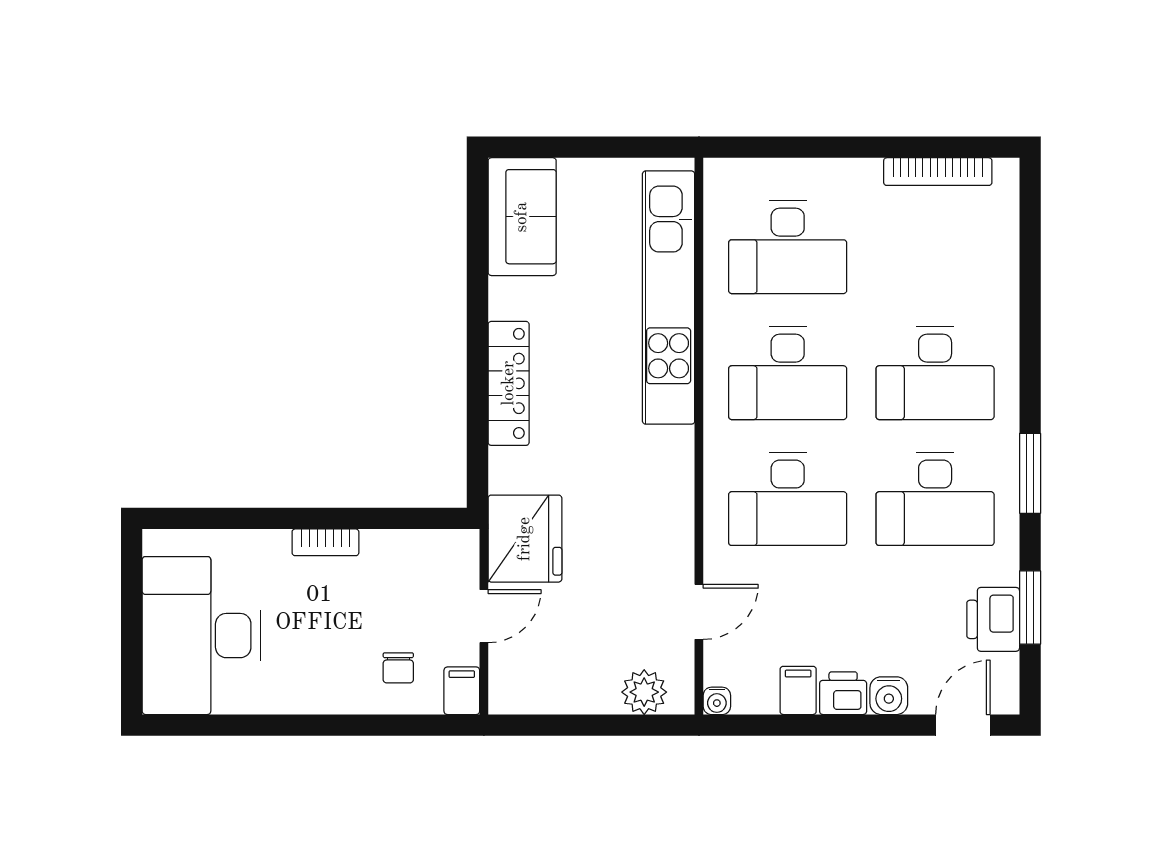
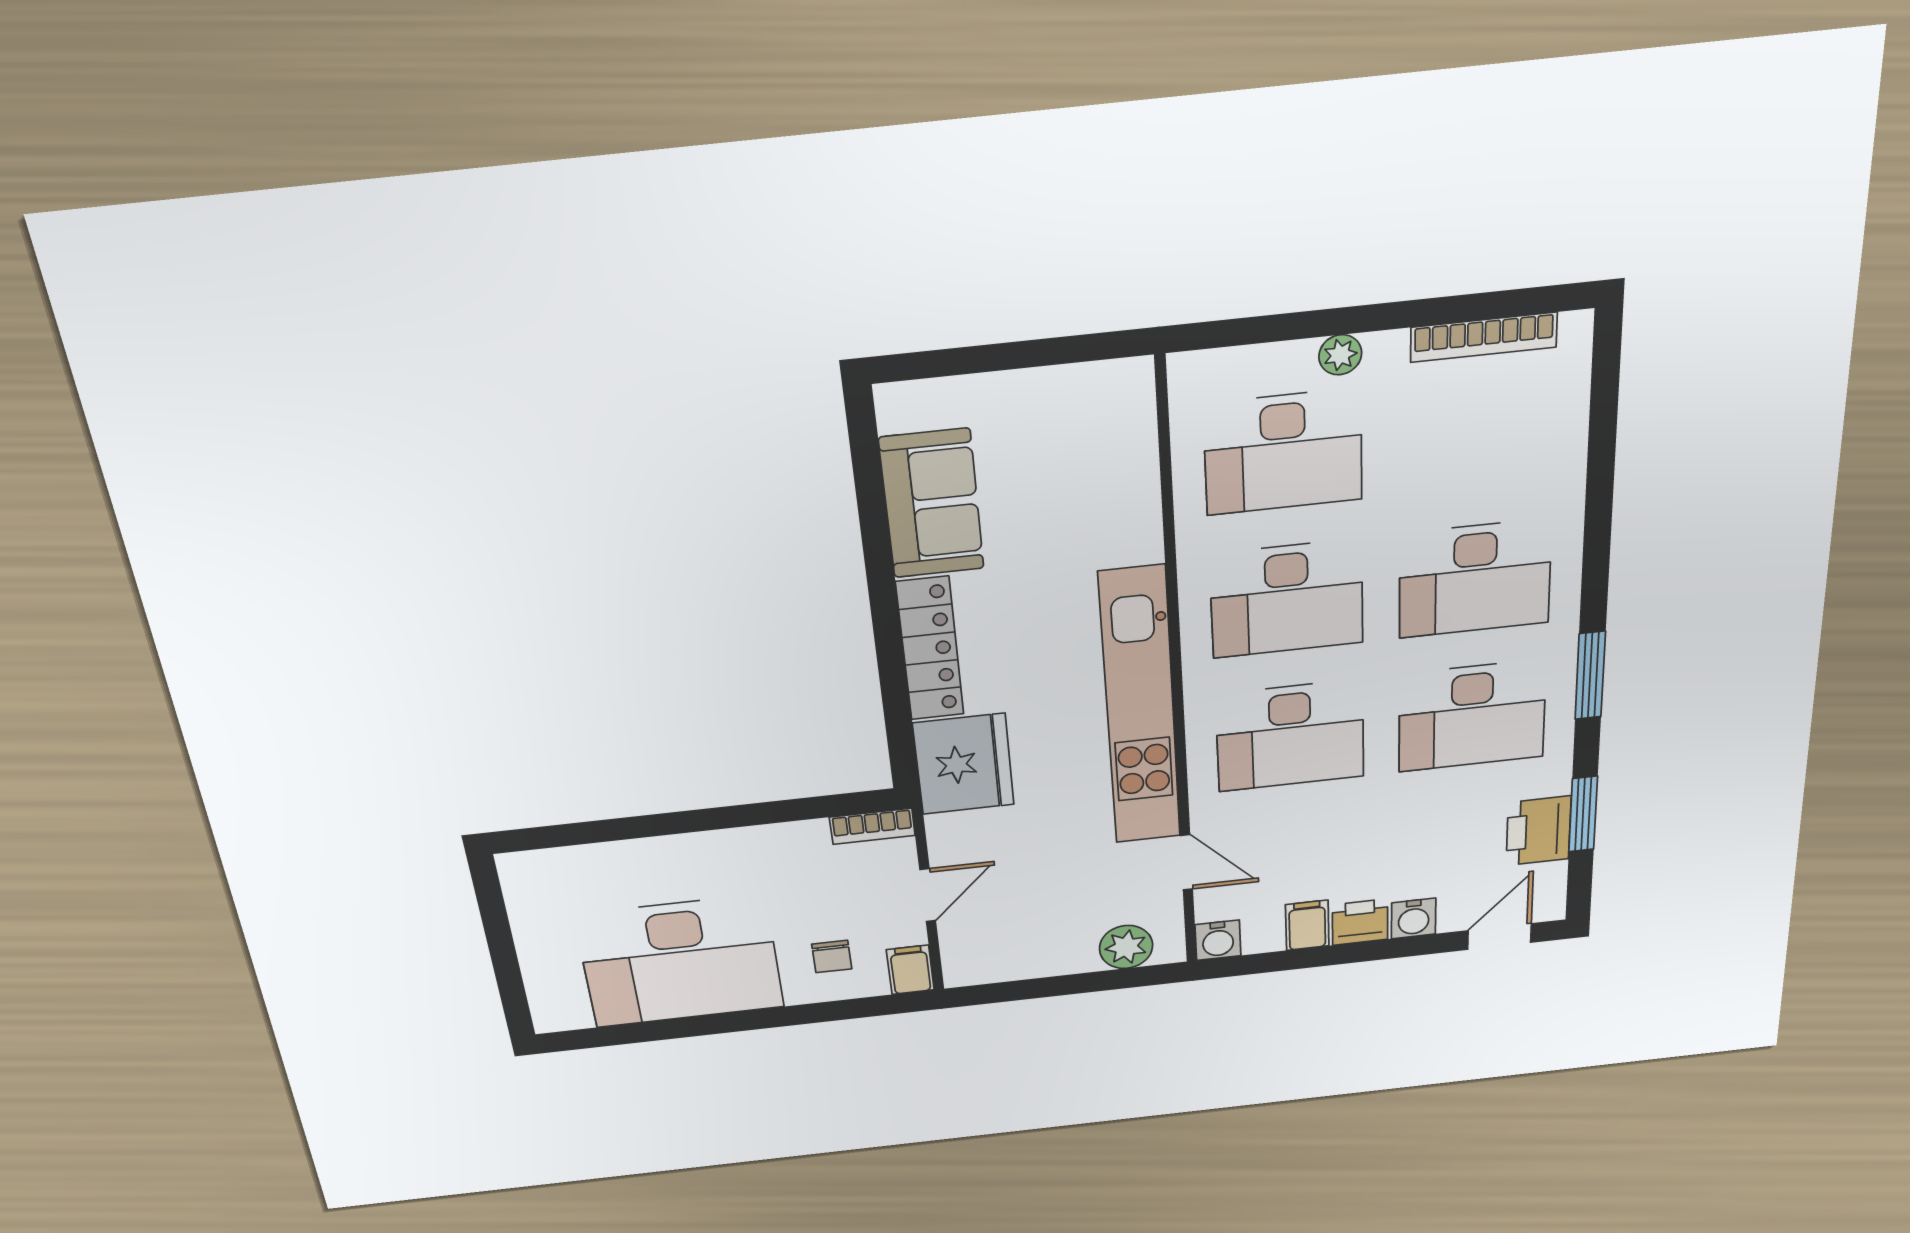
plant: (831, 173) -> (1340, 355), added
sofa: (522, 217) -> (932, 504), moved
kitchen unit: (669, 298) -> (1140, 708), moved
fridge: (525, 539) -> (964, 764), moved
bookcase: (325, 542) -> (872, 826), moved
door: (699, 612) -> (1187, 862), hinge flipped
desk: (201, 636) -> (680, 961), moved, turned -90
water cooler: (717, 701) -> (1218, 940), width x1.38, depth x1.38

